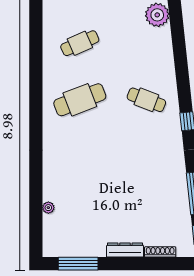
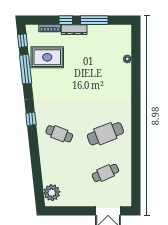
rug: (164, 210) -> (47, 57), added
window: (78, 264) -> (94, 20), moved
window: (137, 264) -> (66, 20), added

